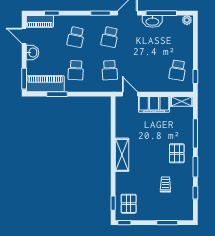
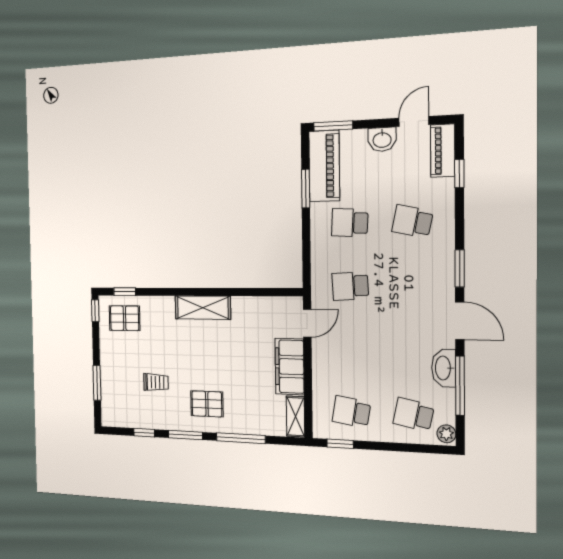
school desk: (110, 37) -> (414, 415), moved

